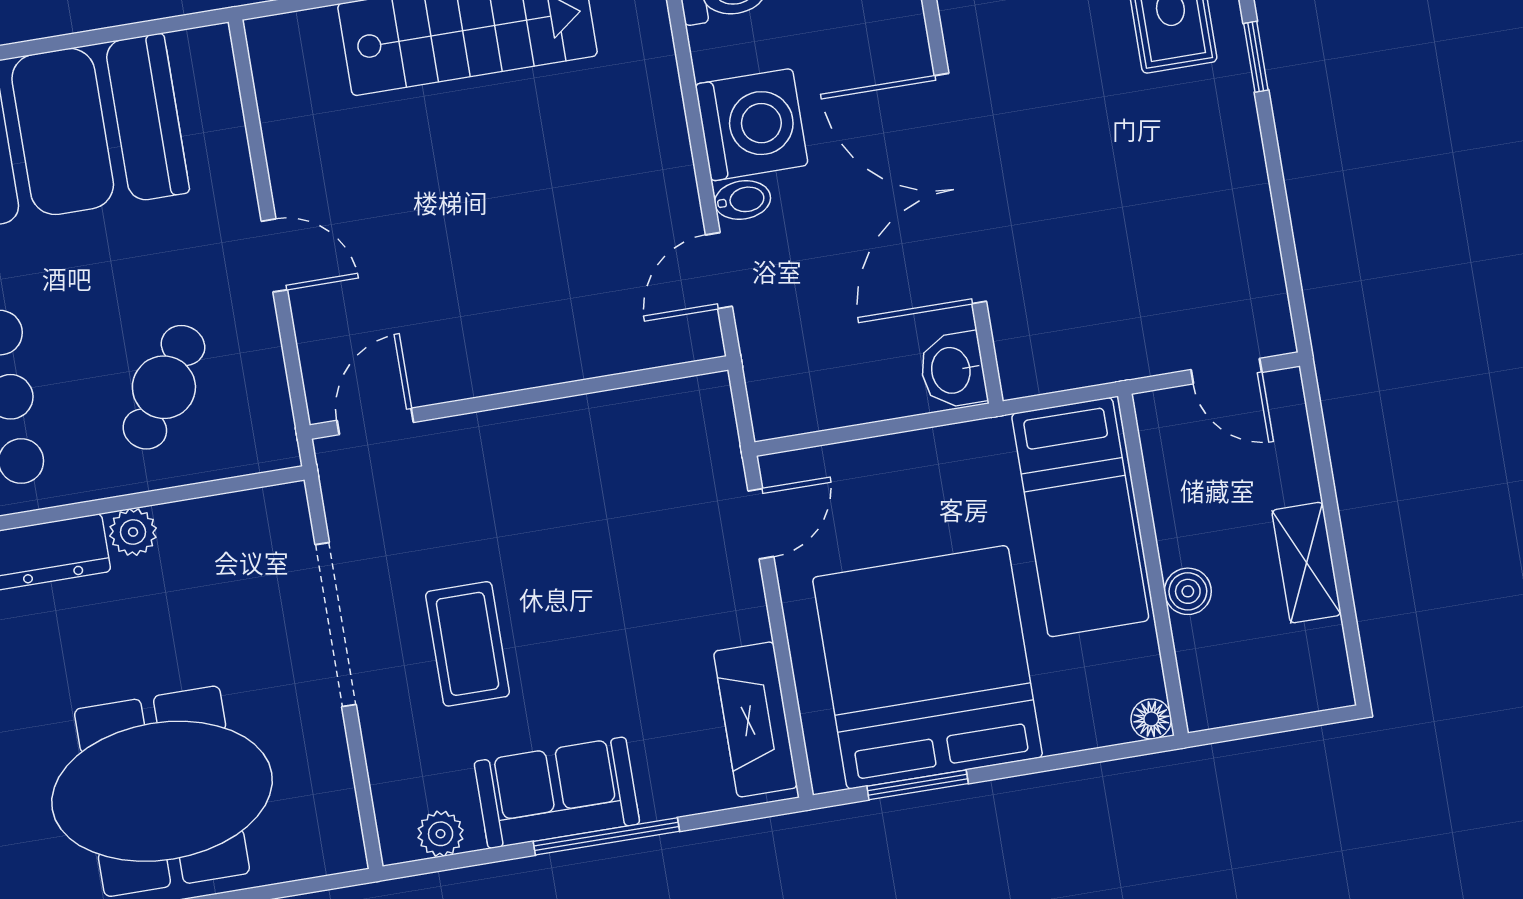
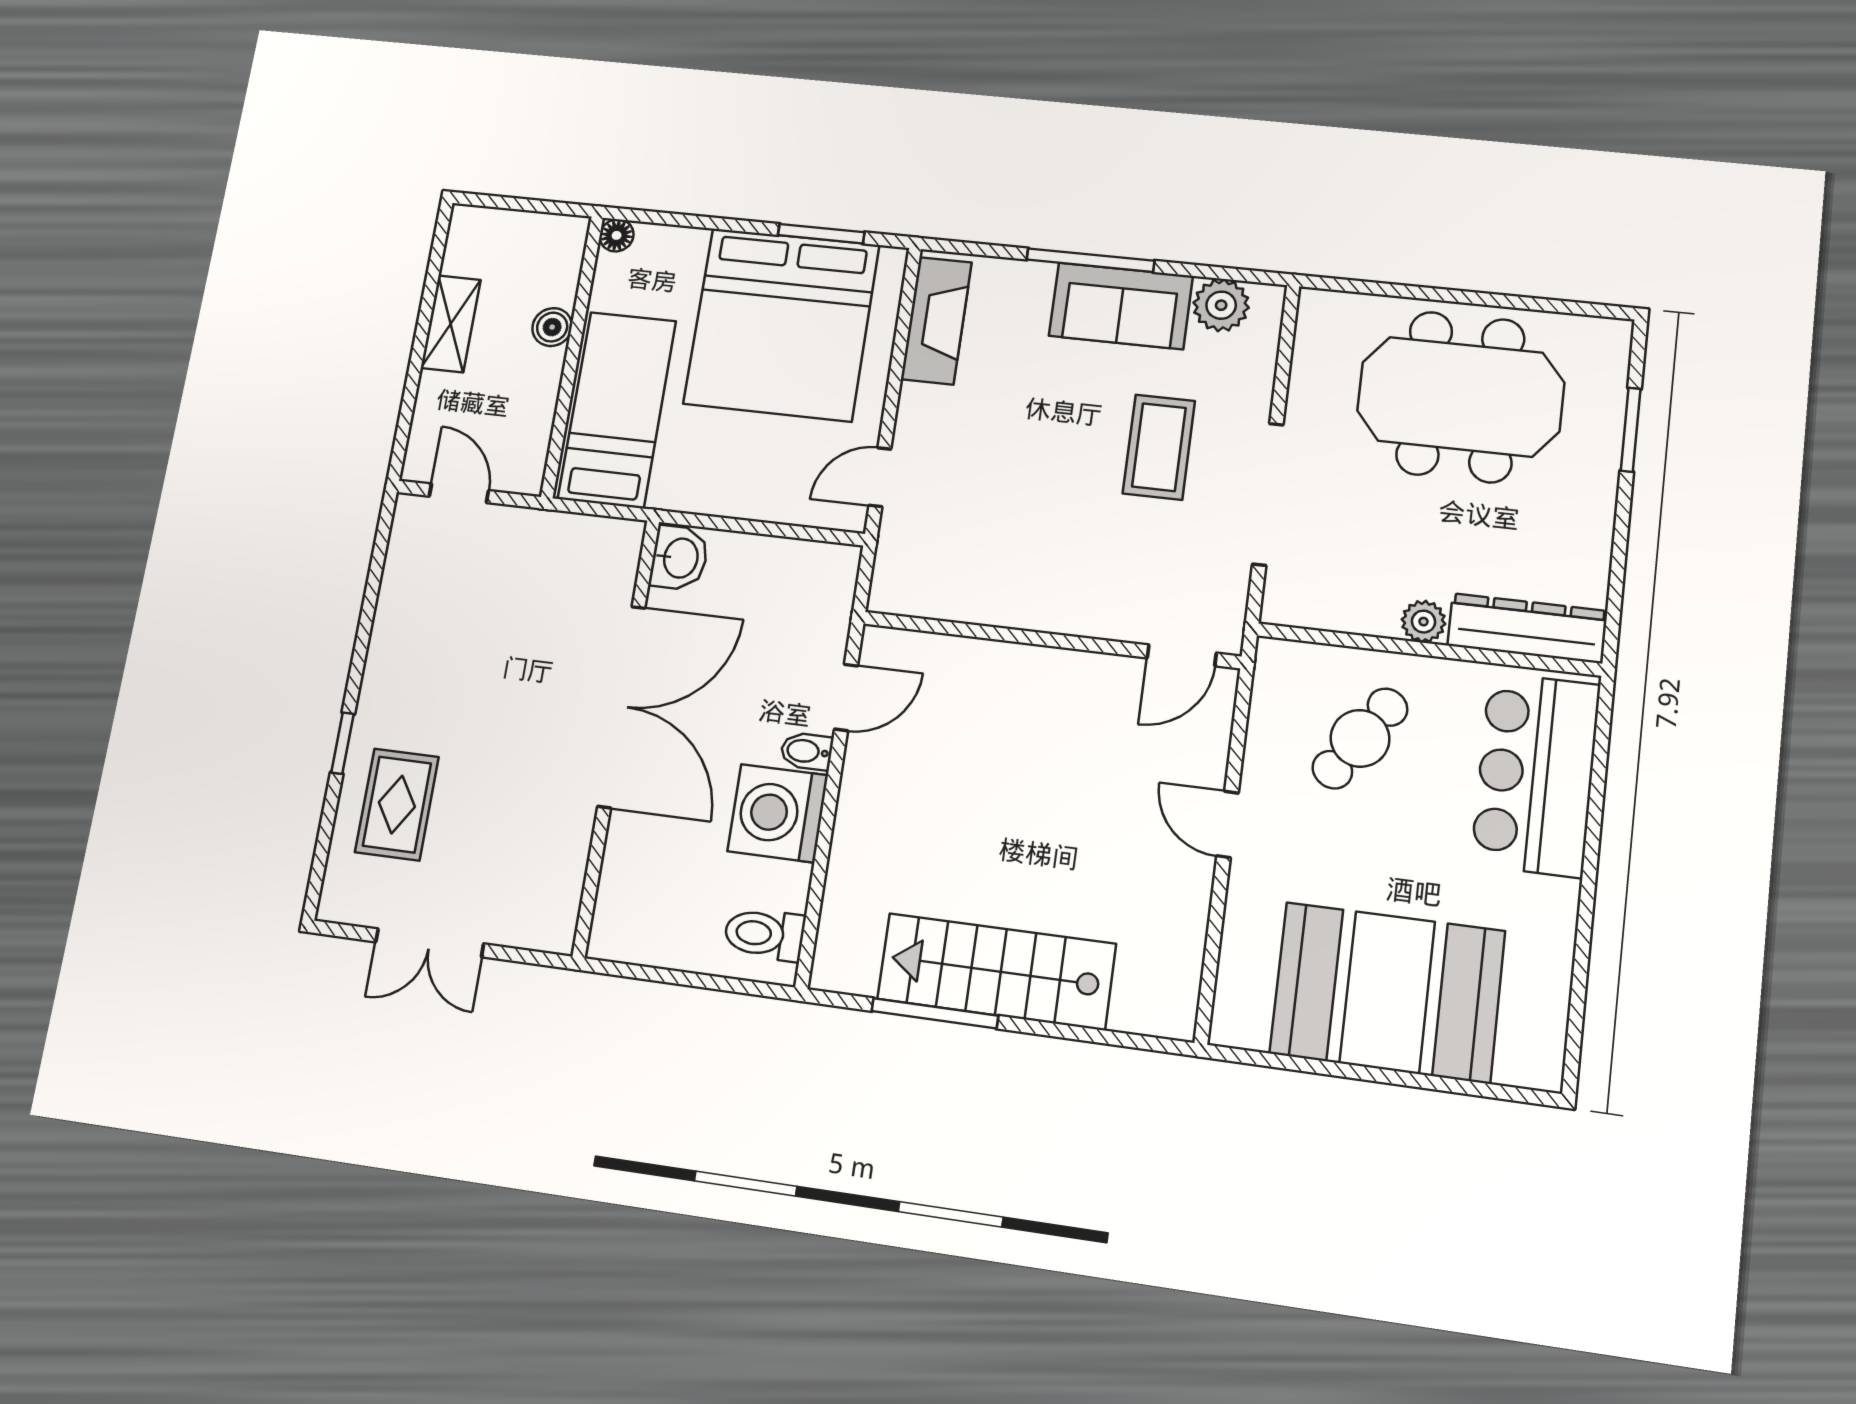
plant: (441, 834) -> (1221, 305), width x1.38, depth x1.38

